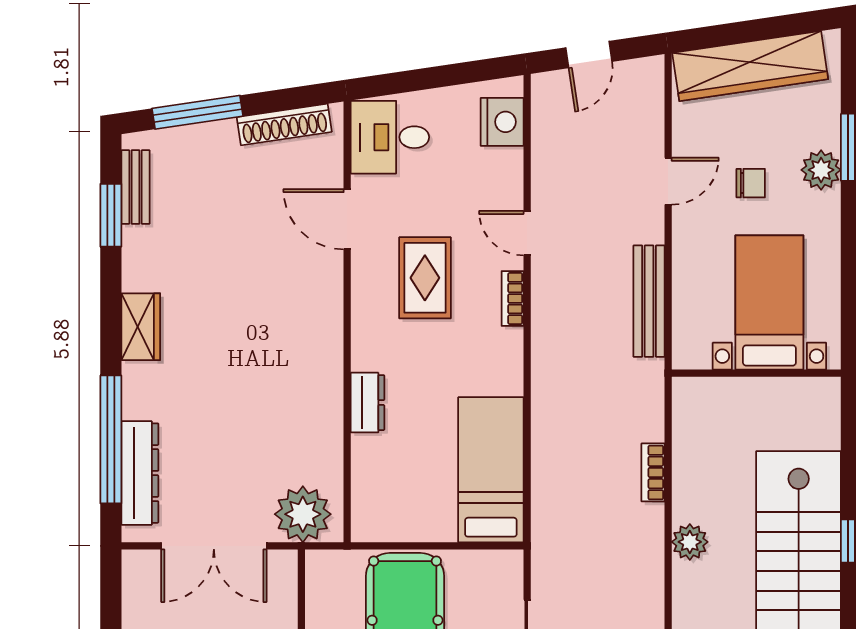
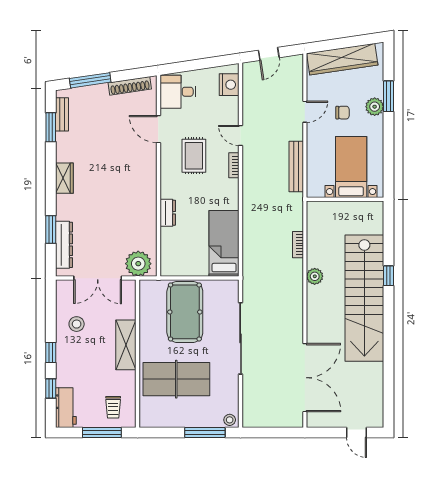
window: (111, 439) -> (51, 230), width x0.47

